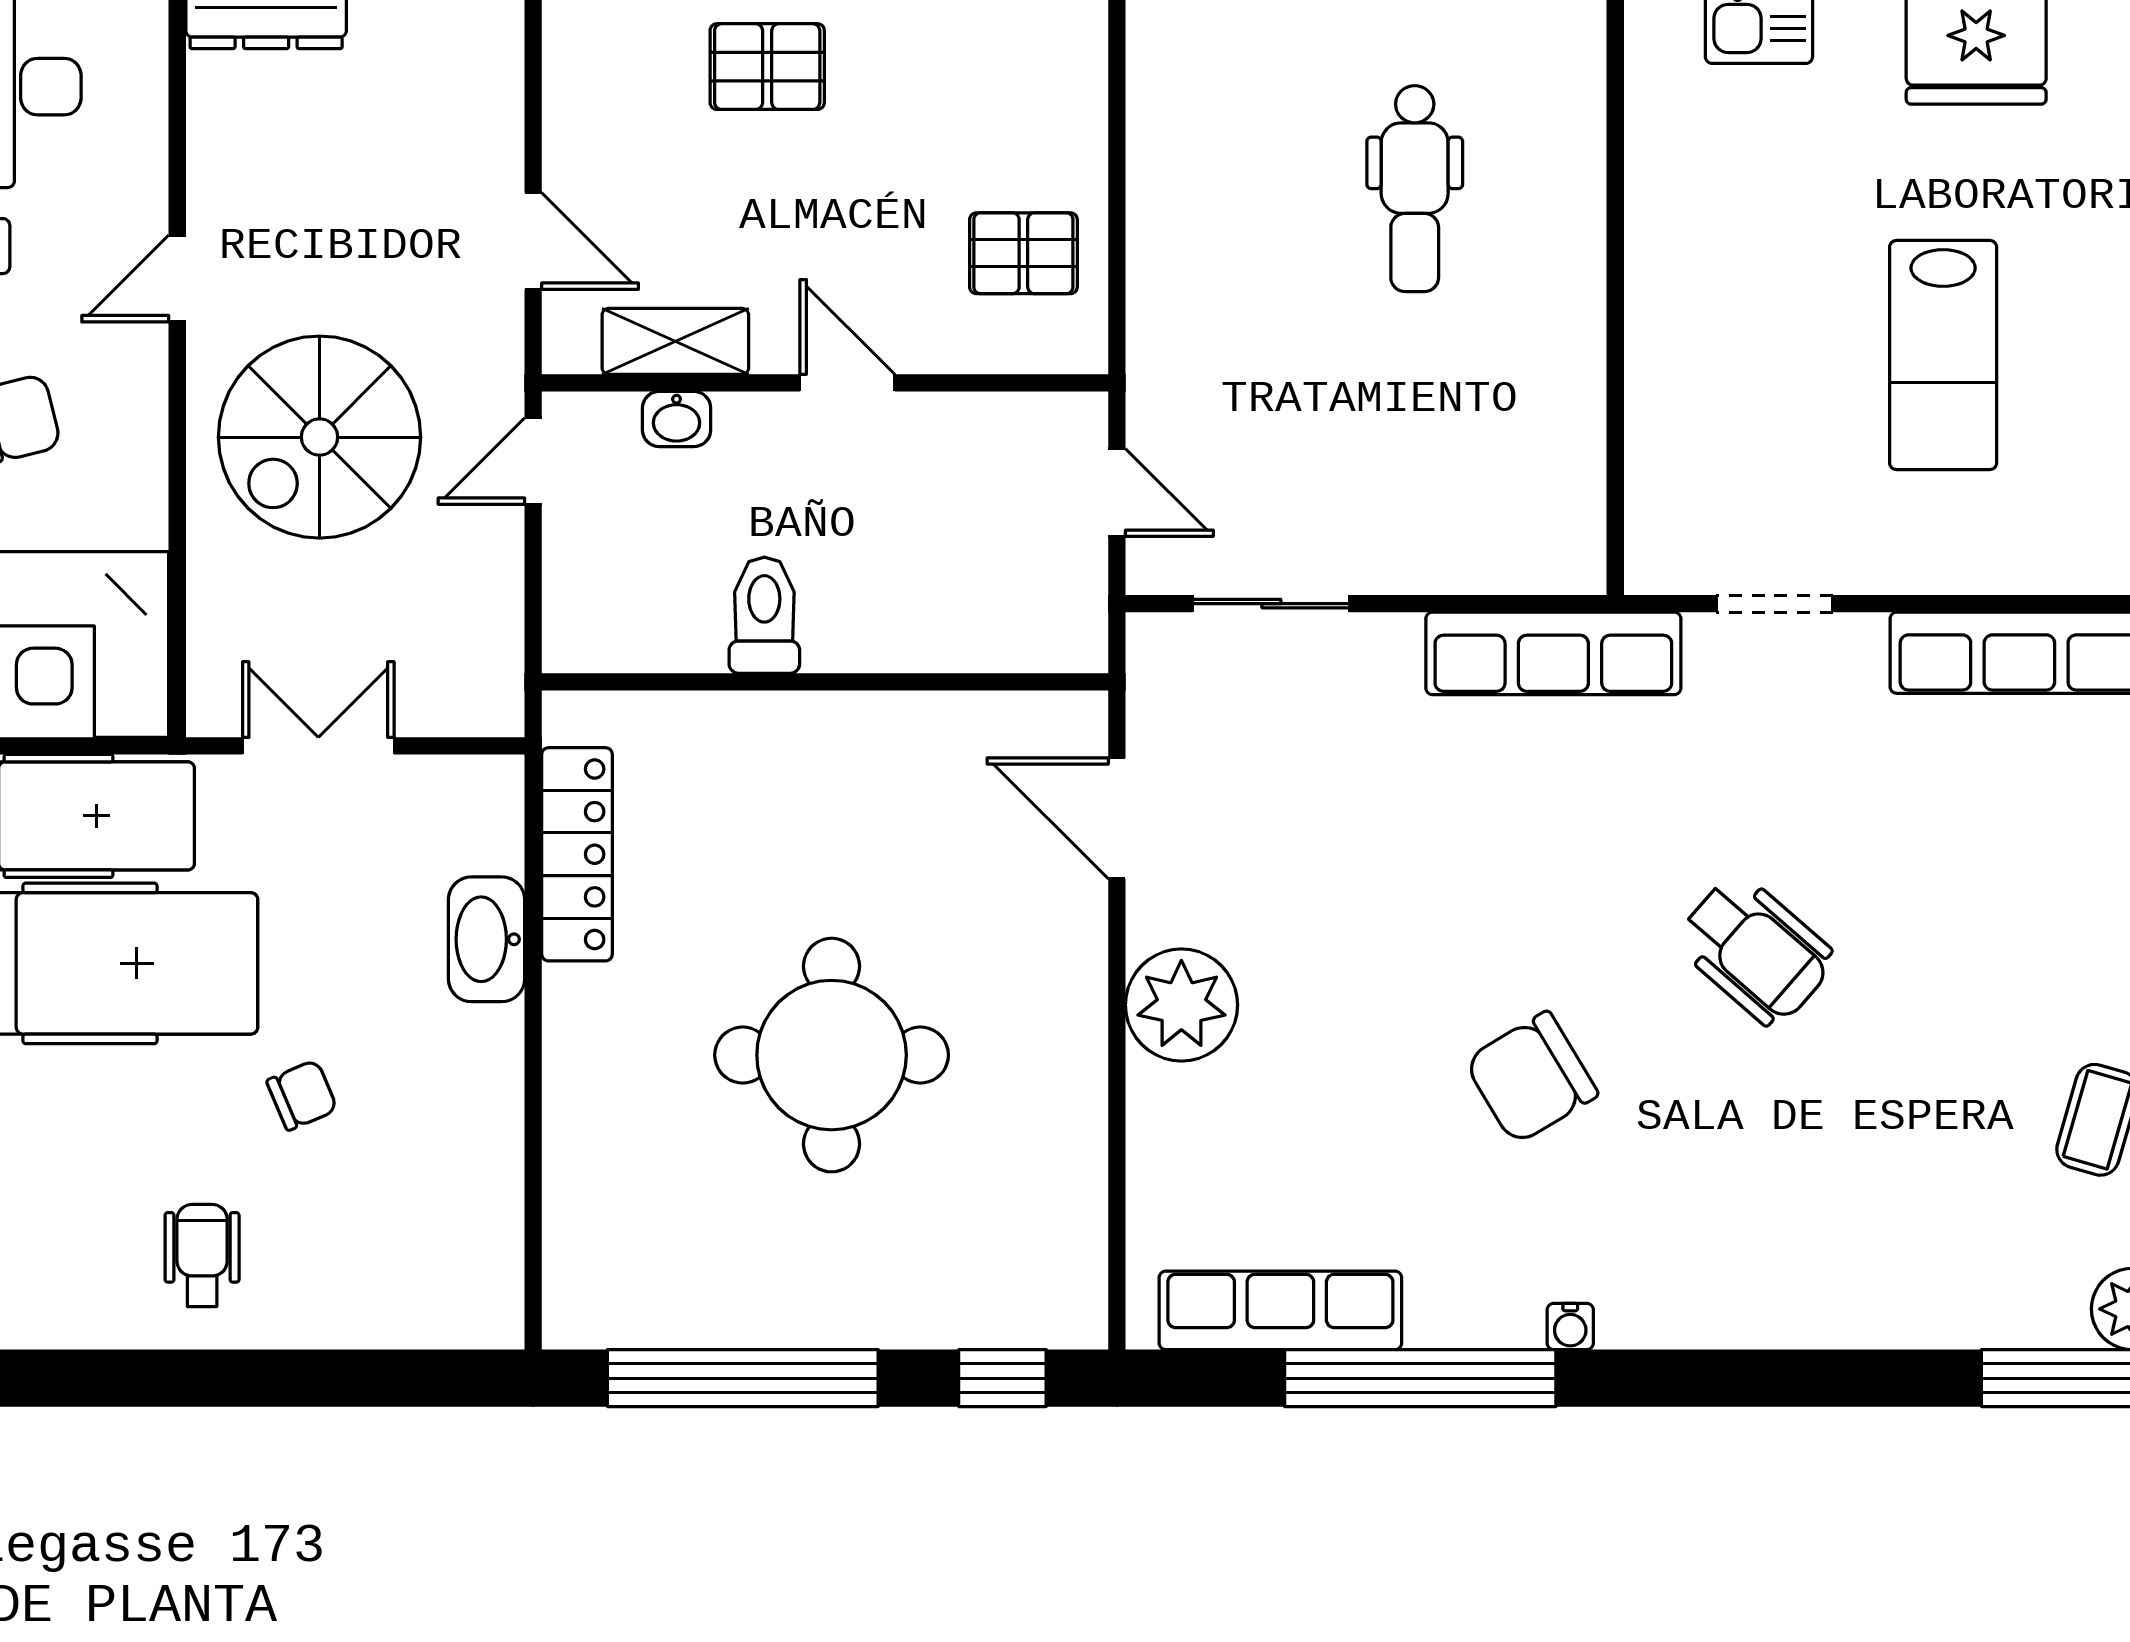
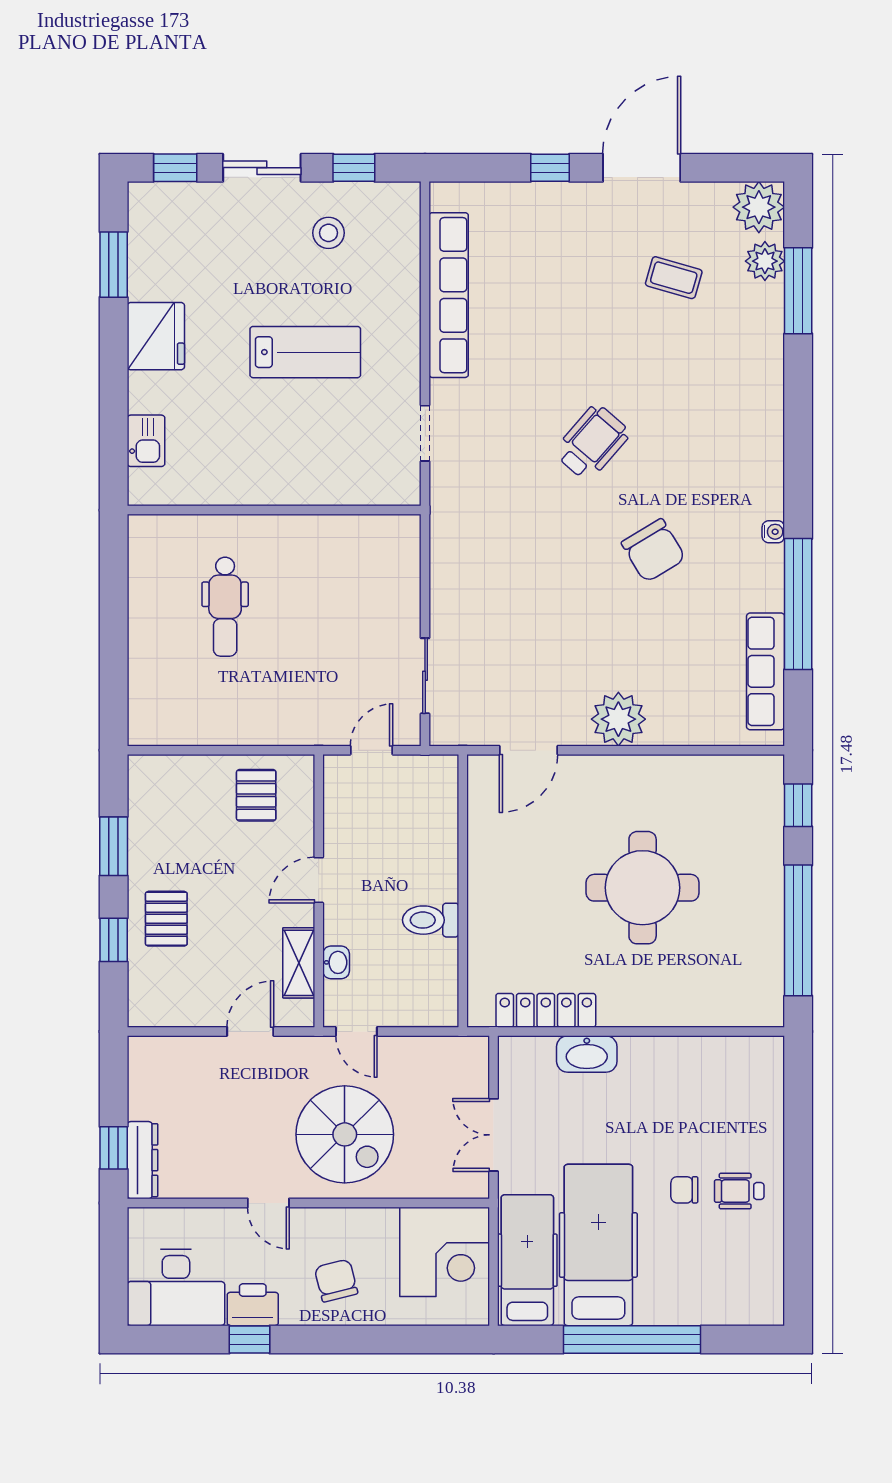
dental chair: (1415, 189) -> (225, 607), turned 90
row of seats: (1553, 653) -> (449, 540), removed
chair: (302, 1095) -> (684, 1190), moved, turned -67

